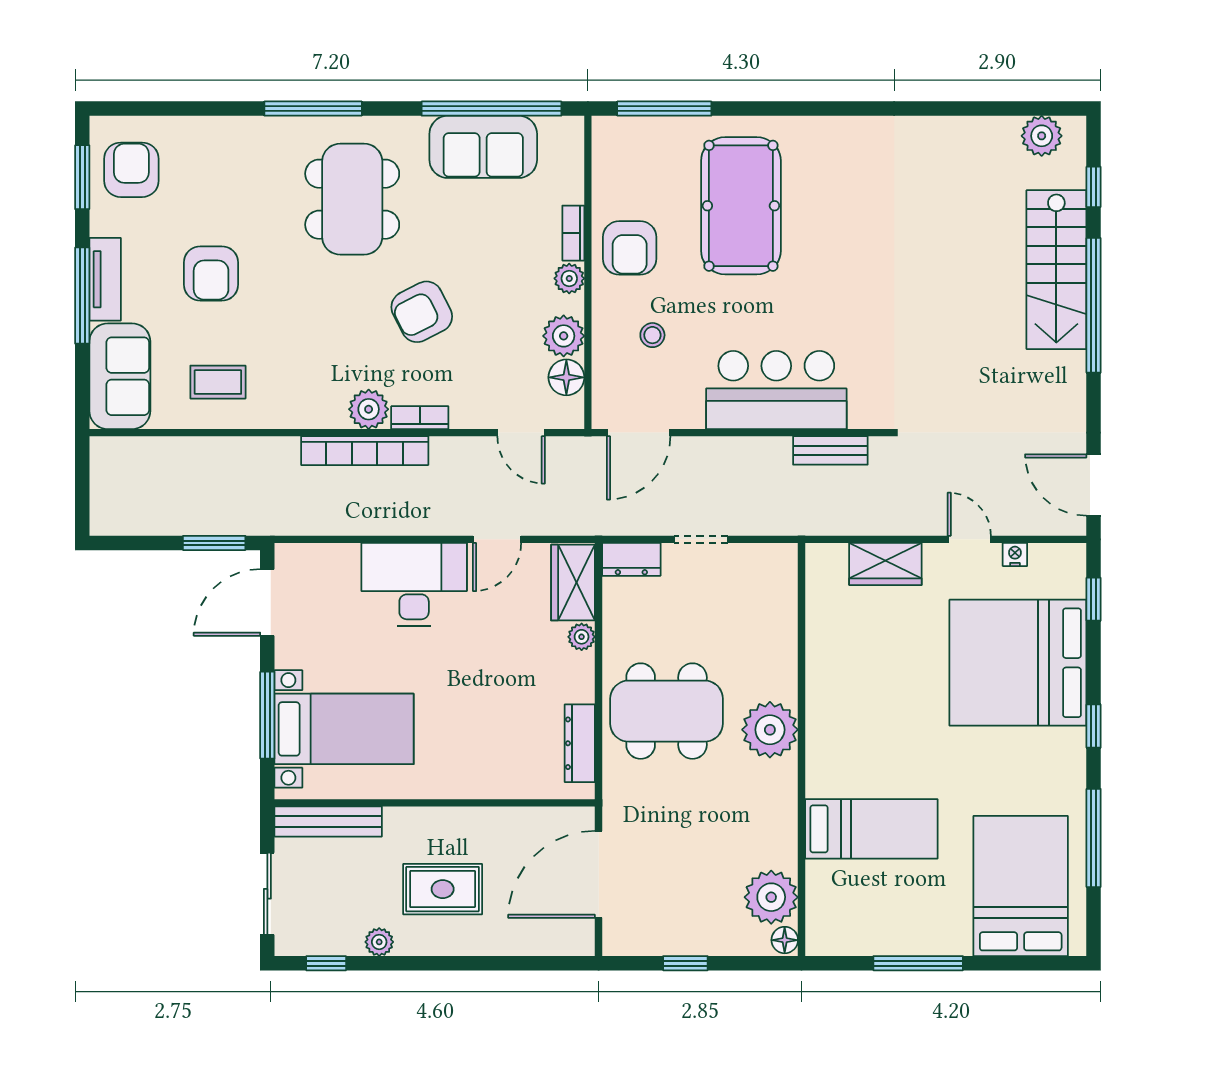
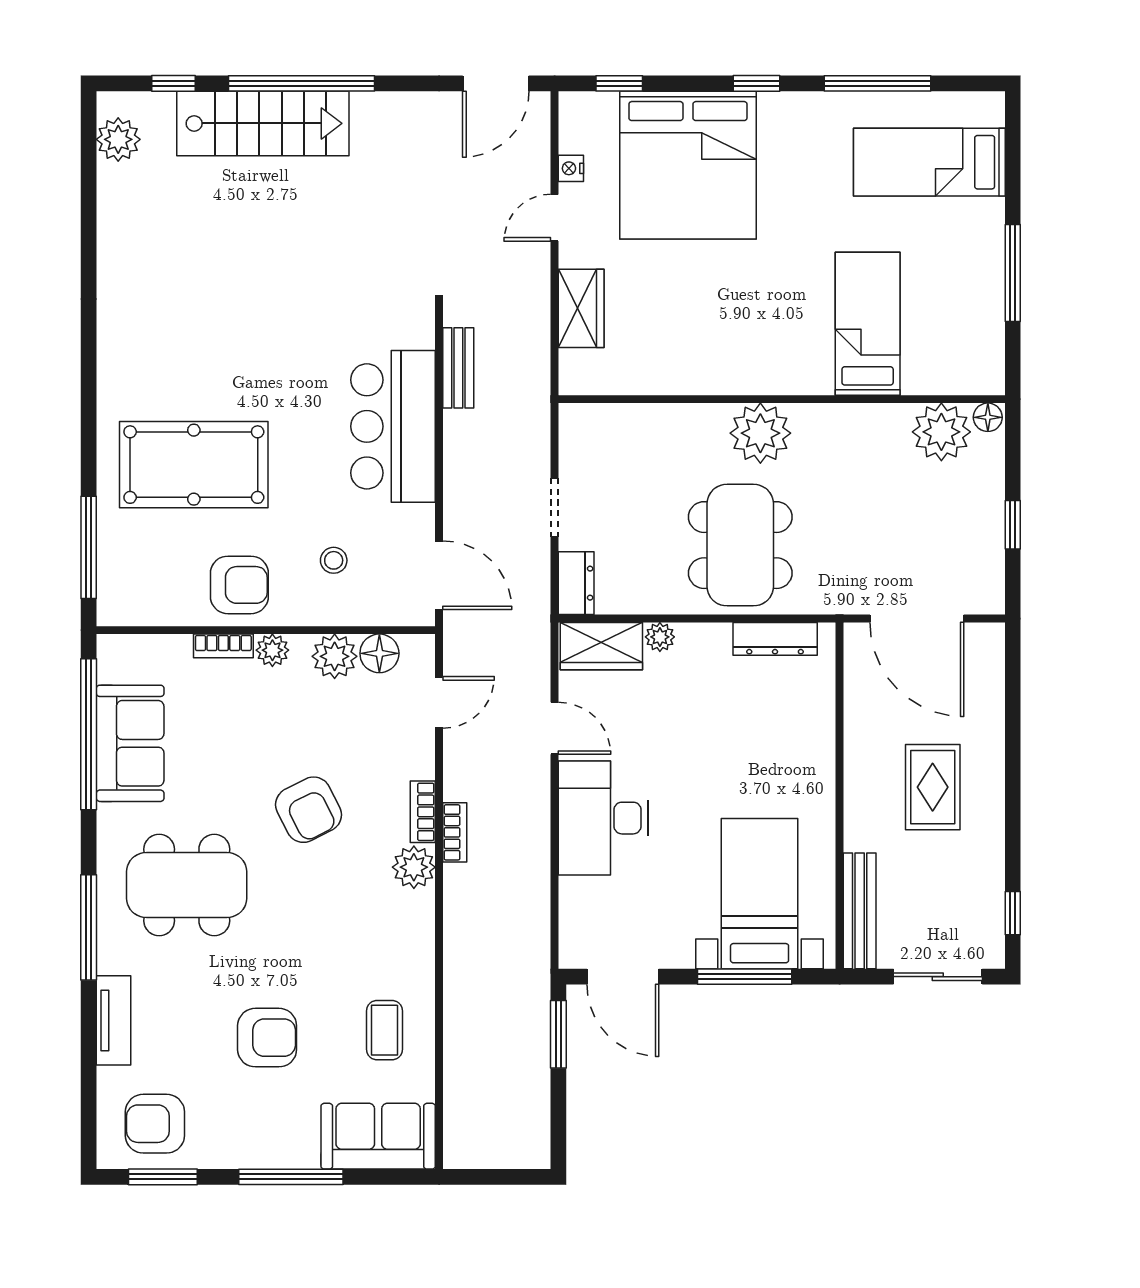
tv unit: (105, 279) -> (113, 1020), moved, turned 90
bookcase: (365, 451) -> (455, 832), width x0.43, depth x0.76
bed: (1021, 886) -> (929, 162), width x0.67
plant: (379, 942) -> (990, 856), removed

